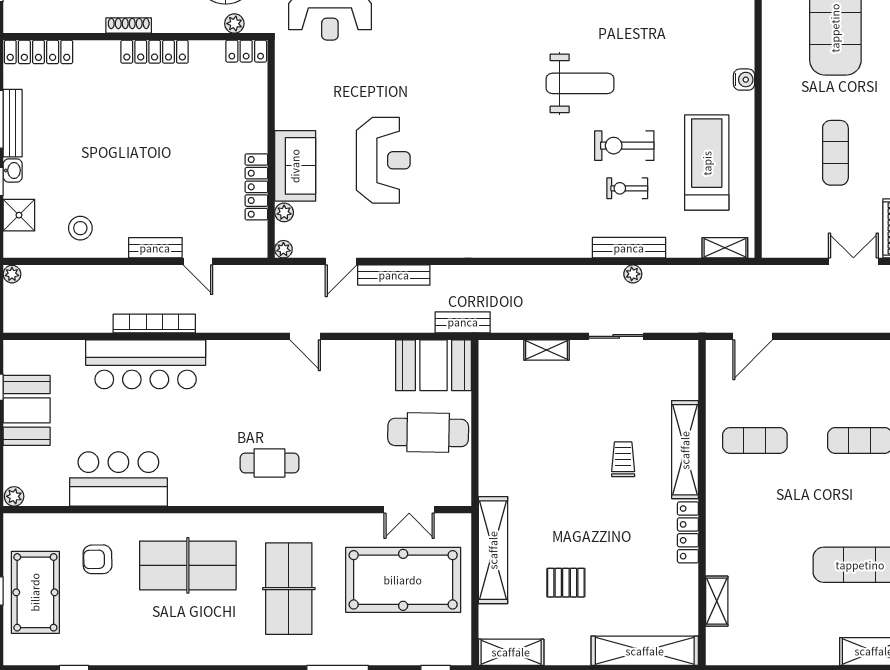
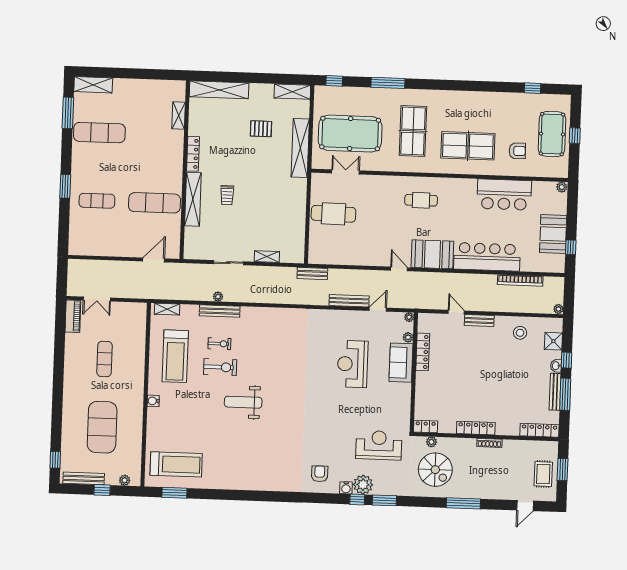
bookcase: (154, 324) -> (520, 280), moved
booth: (434, 365) -> (432, 254), moved
exercise mat: (755, 440) -> (154, 203), width x1.36, depth x1.45

